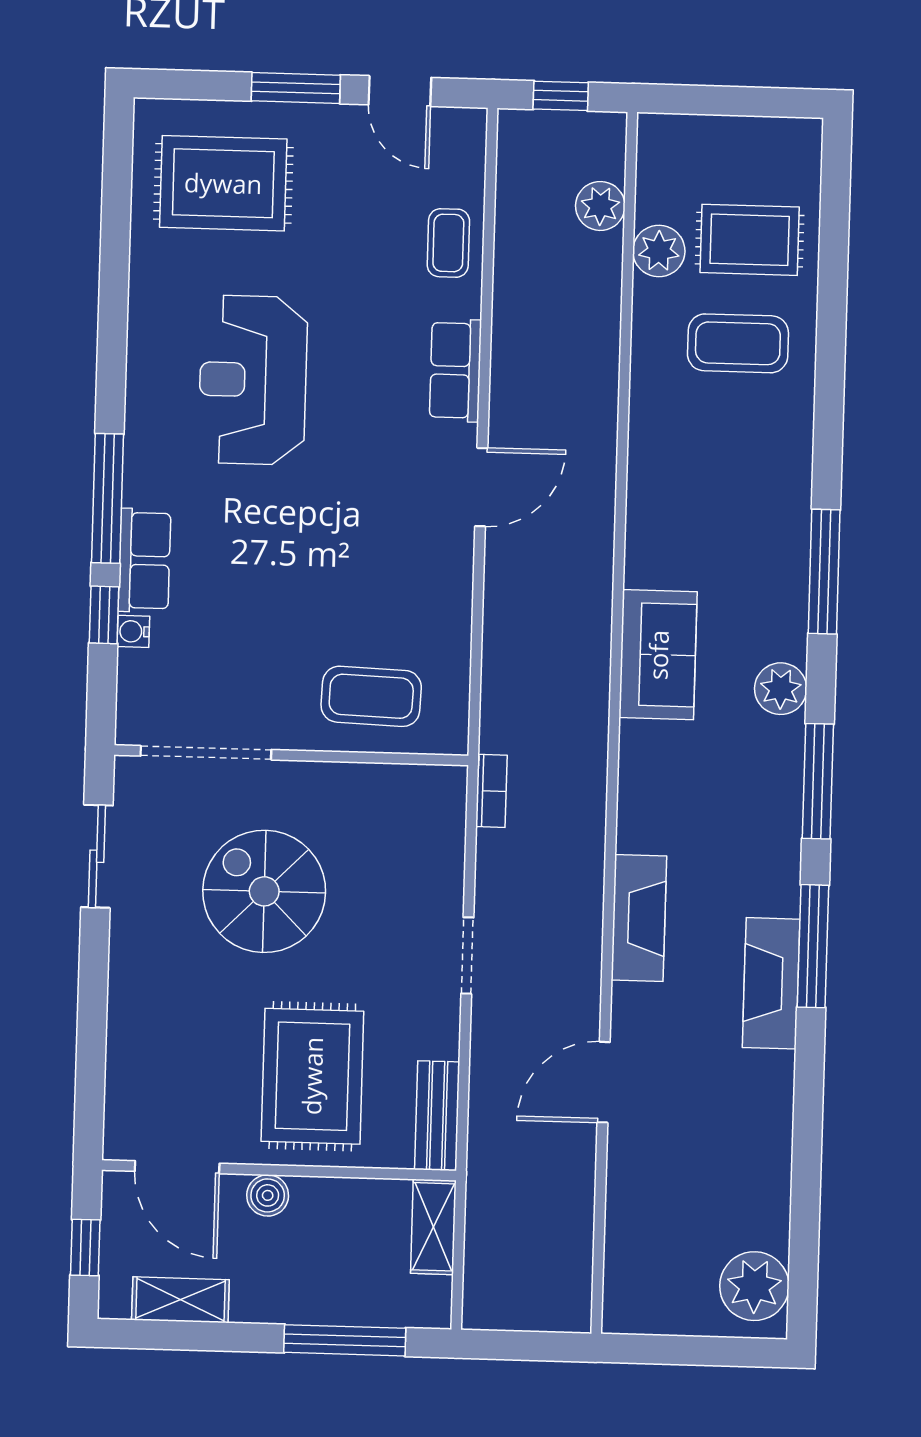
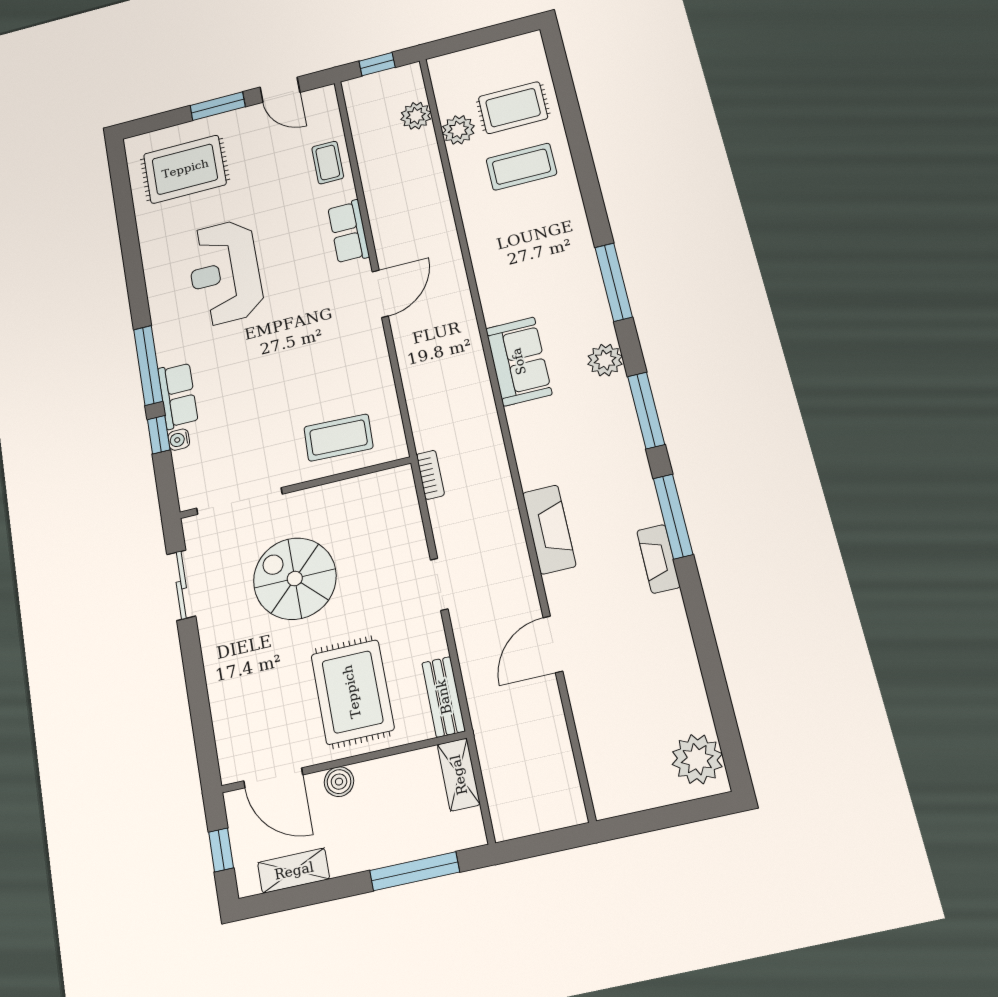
fireplace: (771, 983) -> (658, 559), width x0.73, depth x0.76

